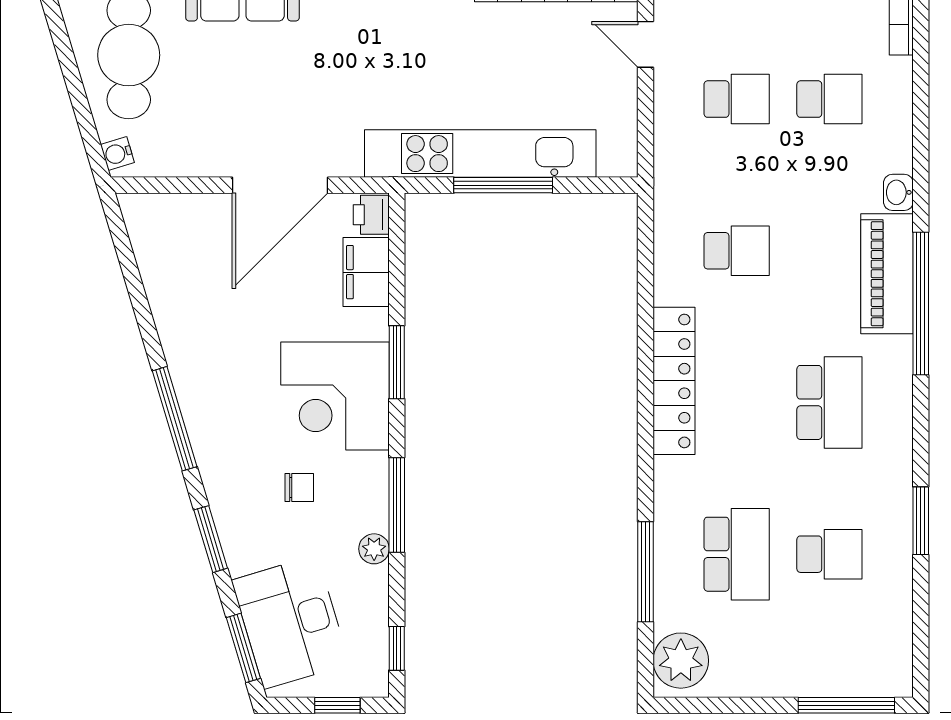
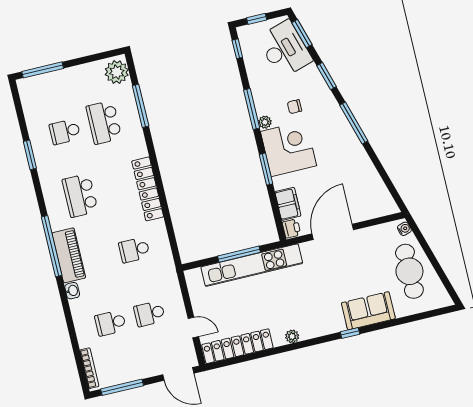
plant: (374, 549) -> (265, 122), moved

